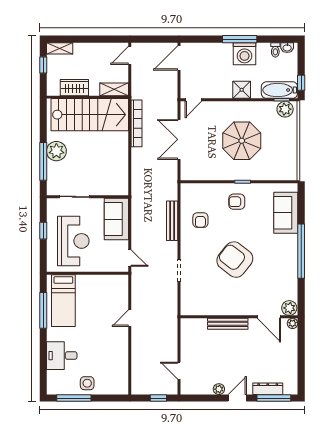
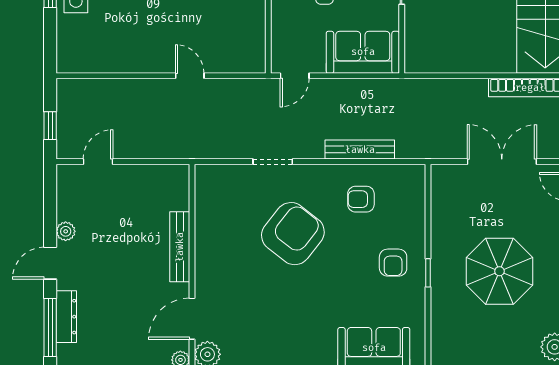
armchair: (237, 202) -> (393, 263), turned 180
armchair: (235, 260) -> (293, 234), moved
door: (237, 398) -> (50, 263), swing flipped

